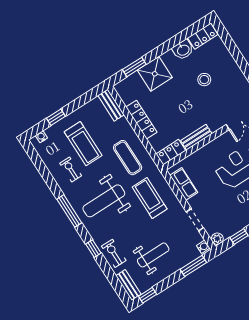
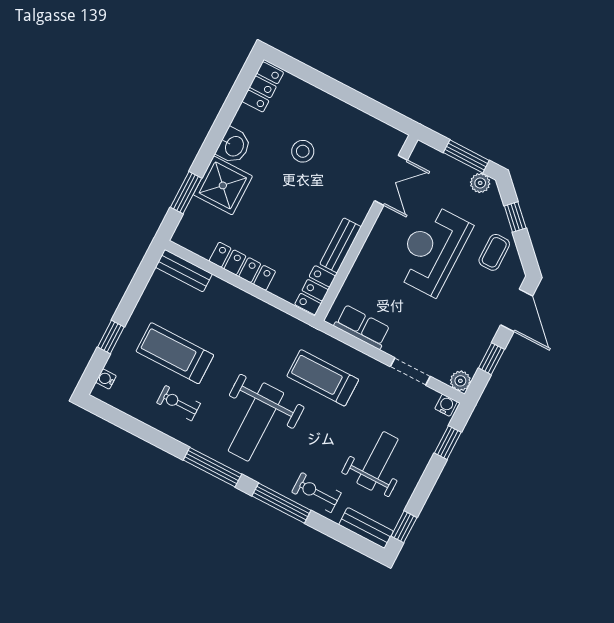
washbasin: (183, 50) -> (234, 146), moved
treadmill: (83, 144) -> (175, 353), turned 180
exercise mat: (128, 158) -> (254, 336), removed
window: (93, 249) -> (281, 503), width x2.17
window: (193, 266) -> (448, 443), width x0.67

